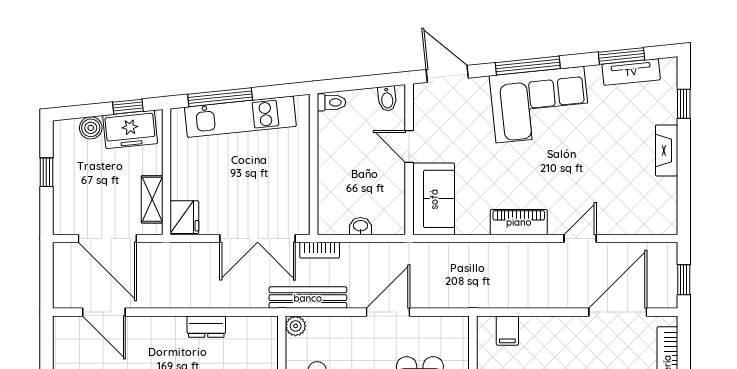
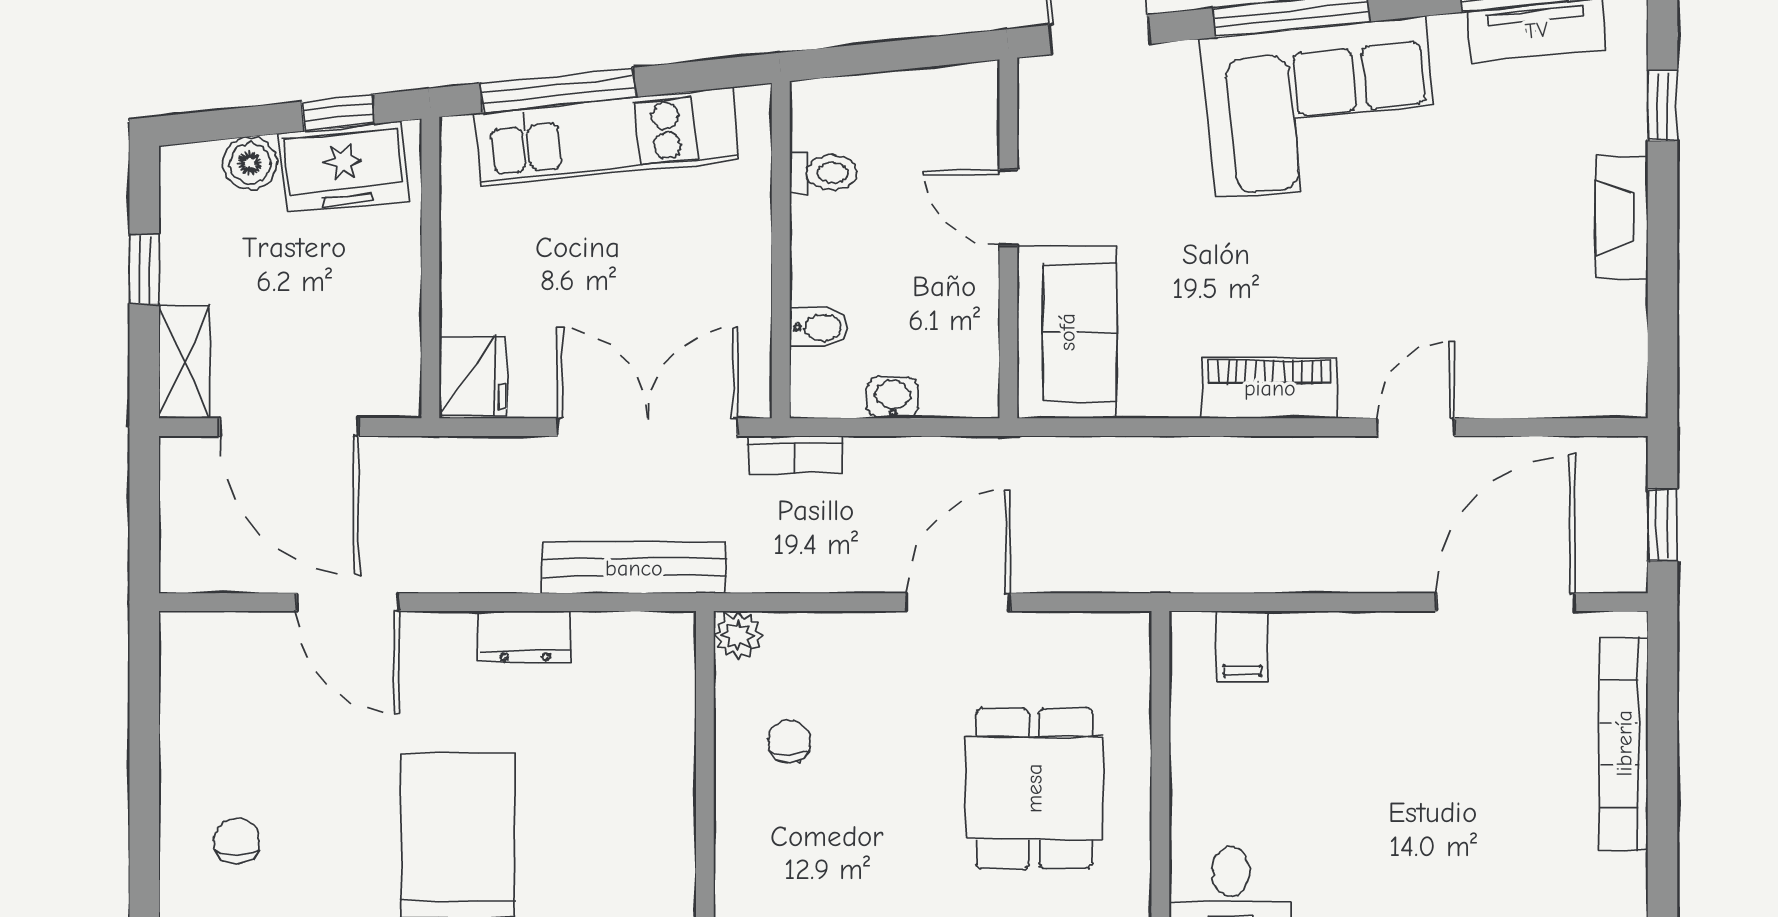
bidet: (387, 99) -> (819, 327), moved, turned -84
toilet: (331, 102) -> (823, 173), moved
shelving: (152, 199) -> (184, 362), moved
double door: (258, 239) -> (647, 427), swing flipped
bench: (308, 298) -> (634, 568), moved
door: (104, 312) -> (348, 602), moved

